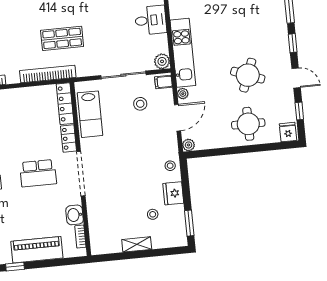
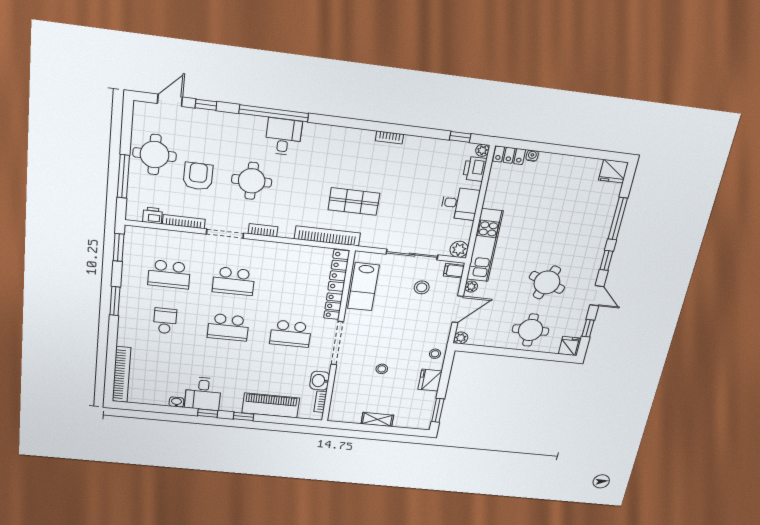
stool: (153, 214) -> (382, 369), moved

